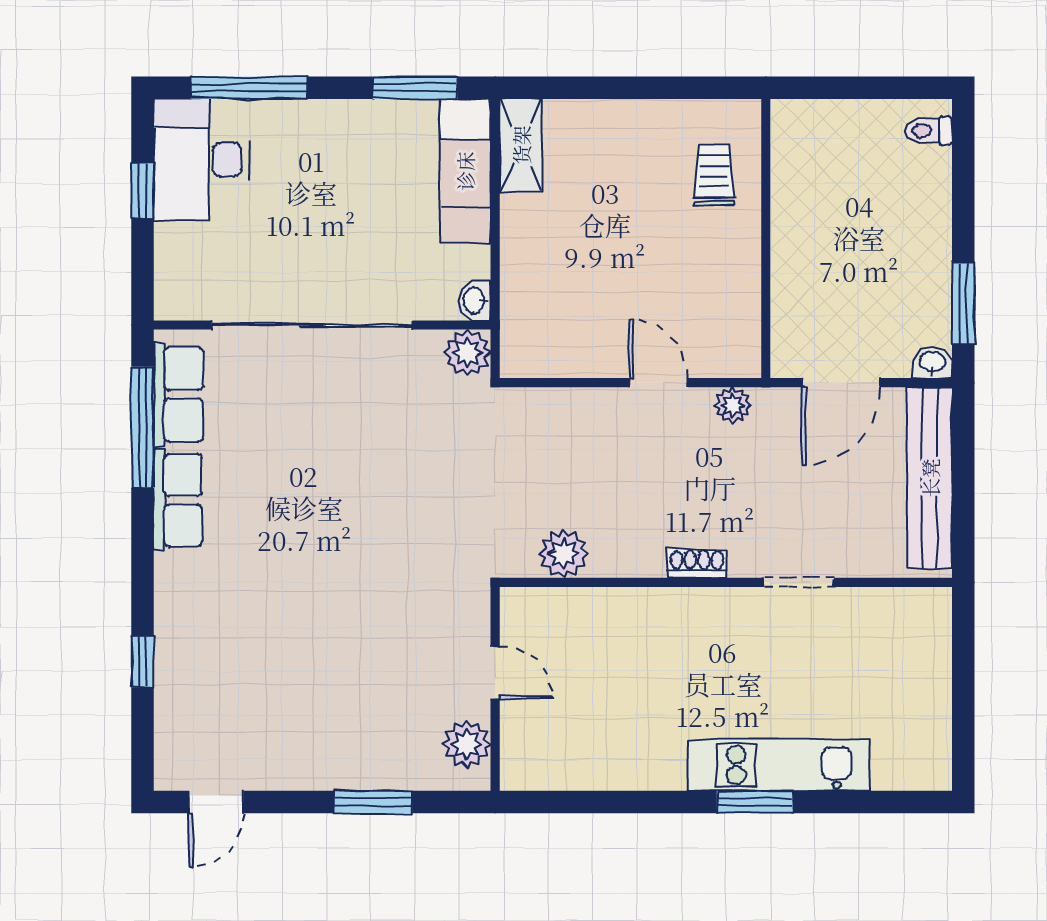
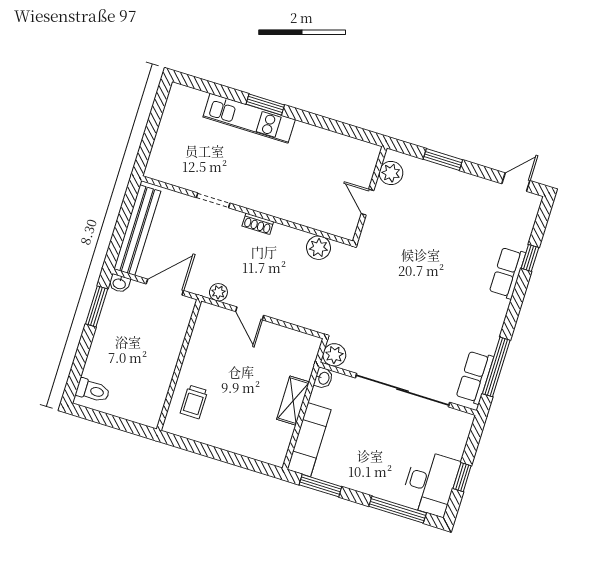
toilet: (929, 131) -> (93, 391), width x1.37, depth x1.39
shelving: (521, 145) -> (293, 401), moved
row of seats: (178, 500) -> (507, 273), moved

